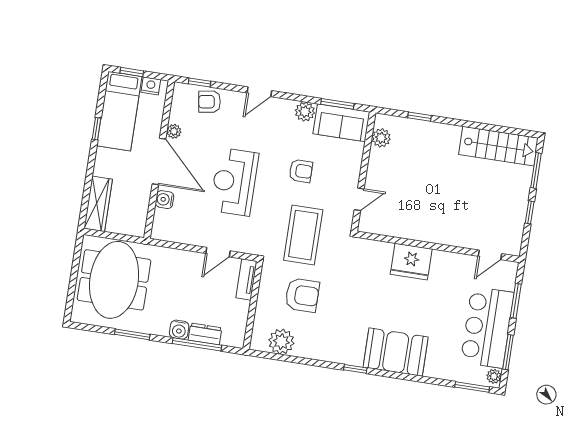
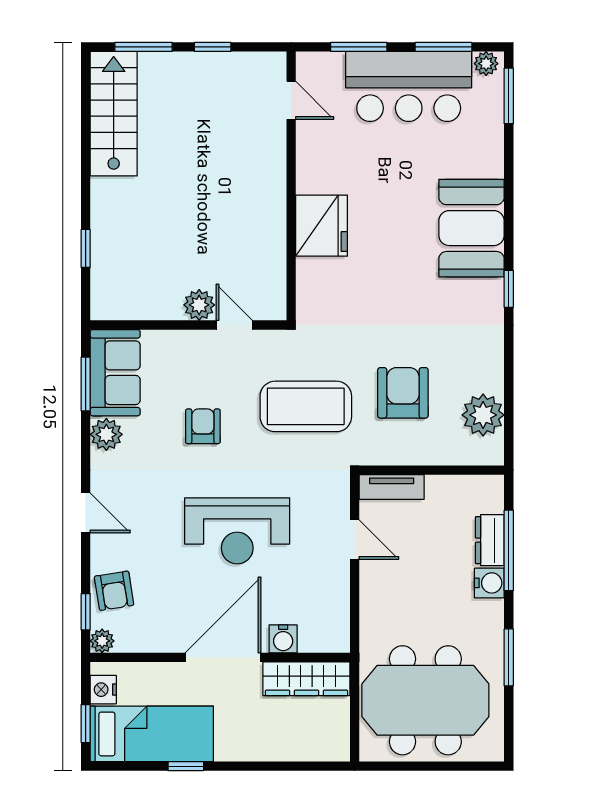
plant: (174, 131) -> (102, 641), moved
plant: (381, 138) -> (199, 305), moved
wardrobe: (98, 204) -> (306, 679), moved, turned 180

